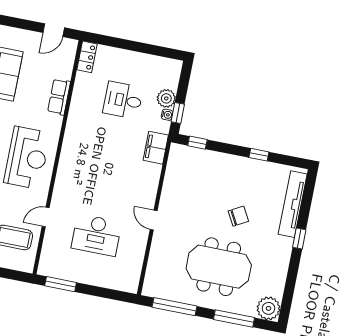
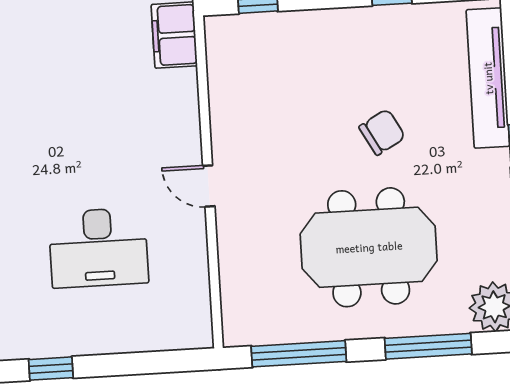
window: (61, 284) -> (51, 369), width x0.67

